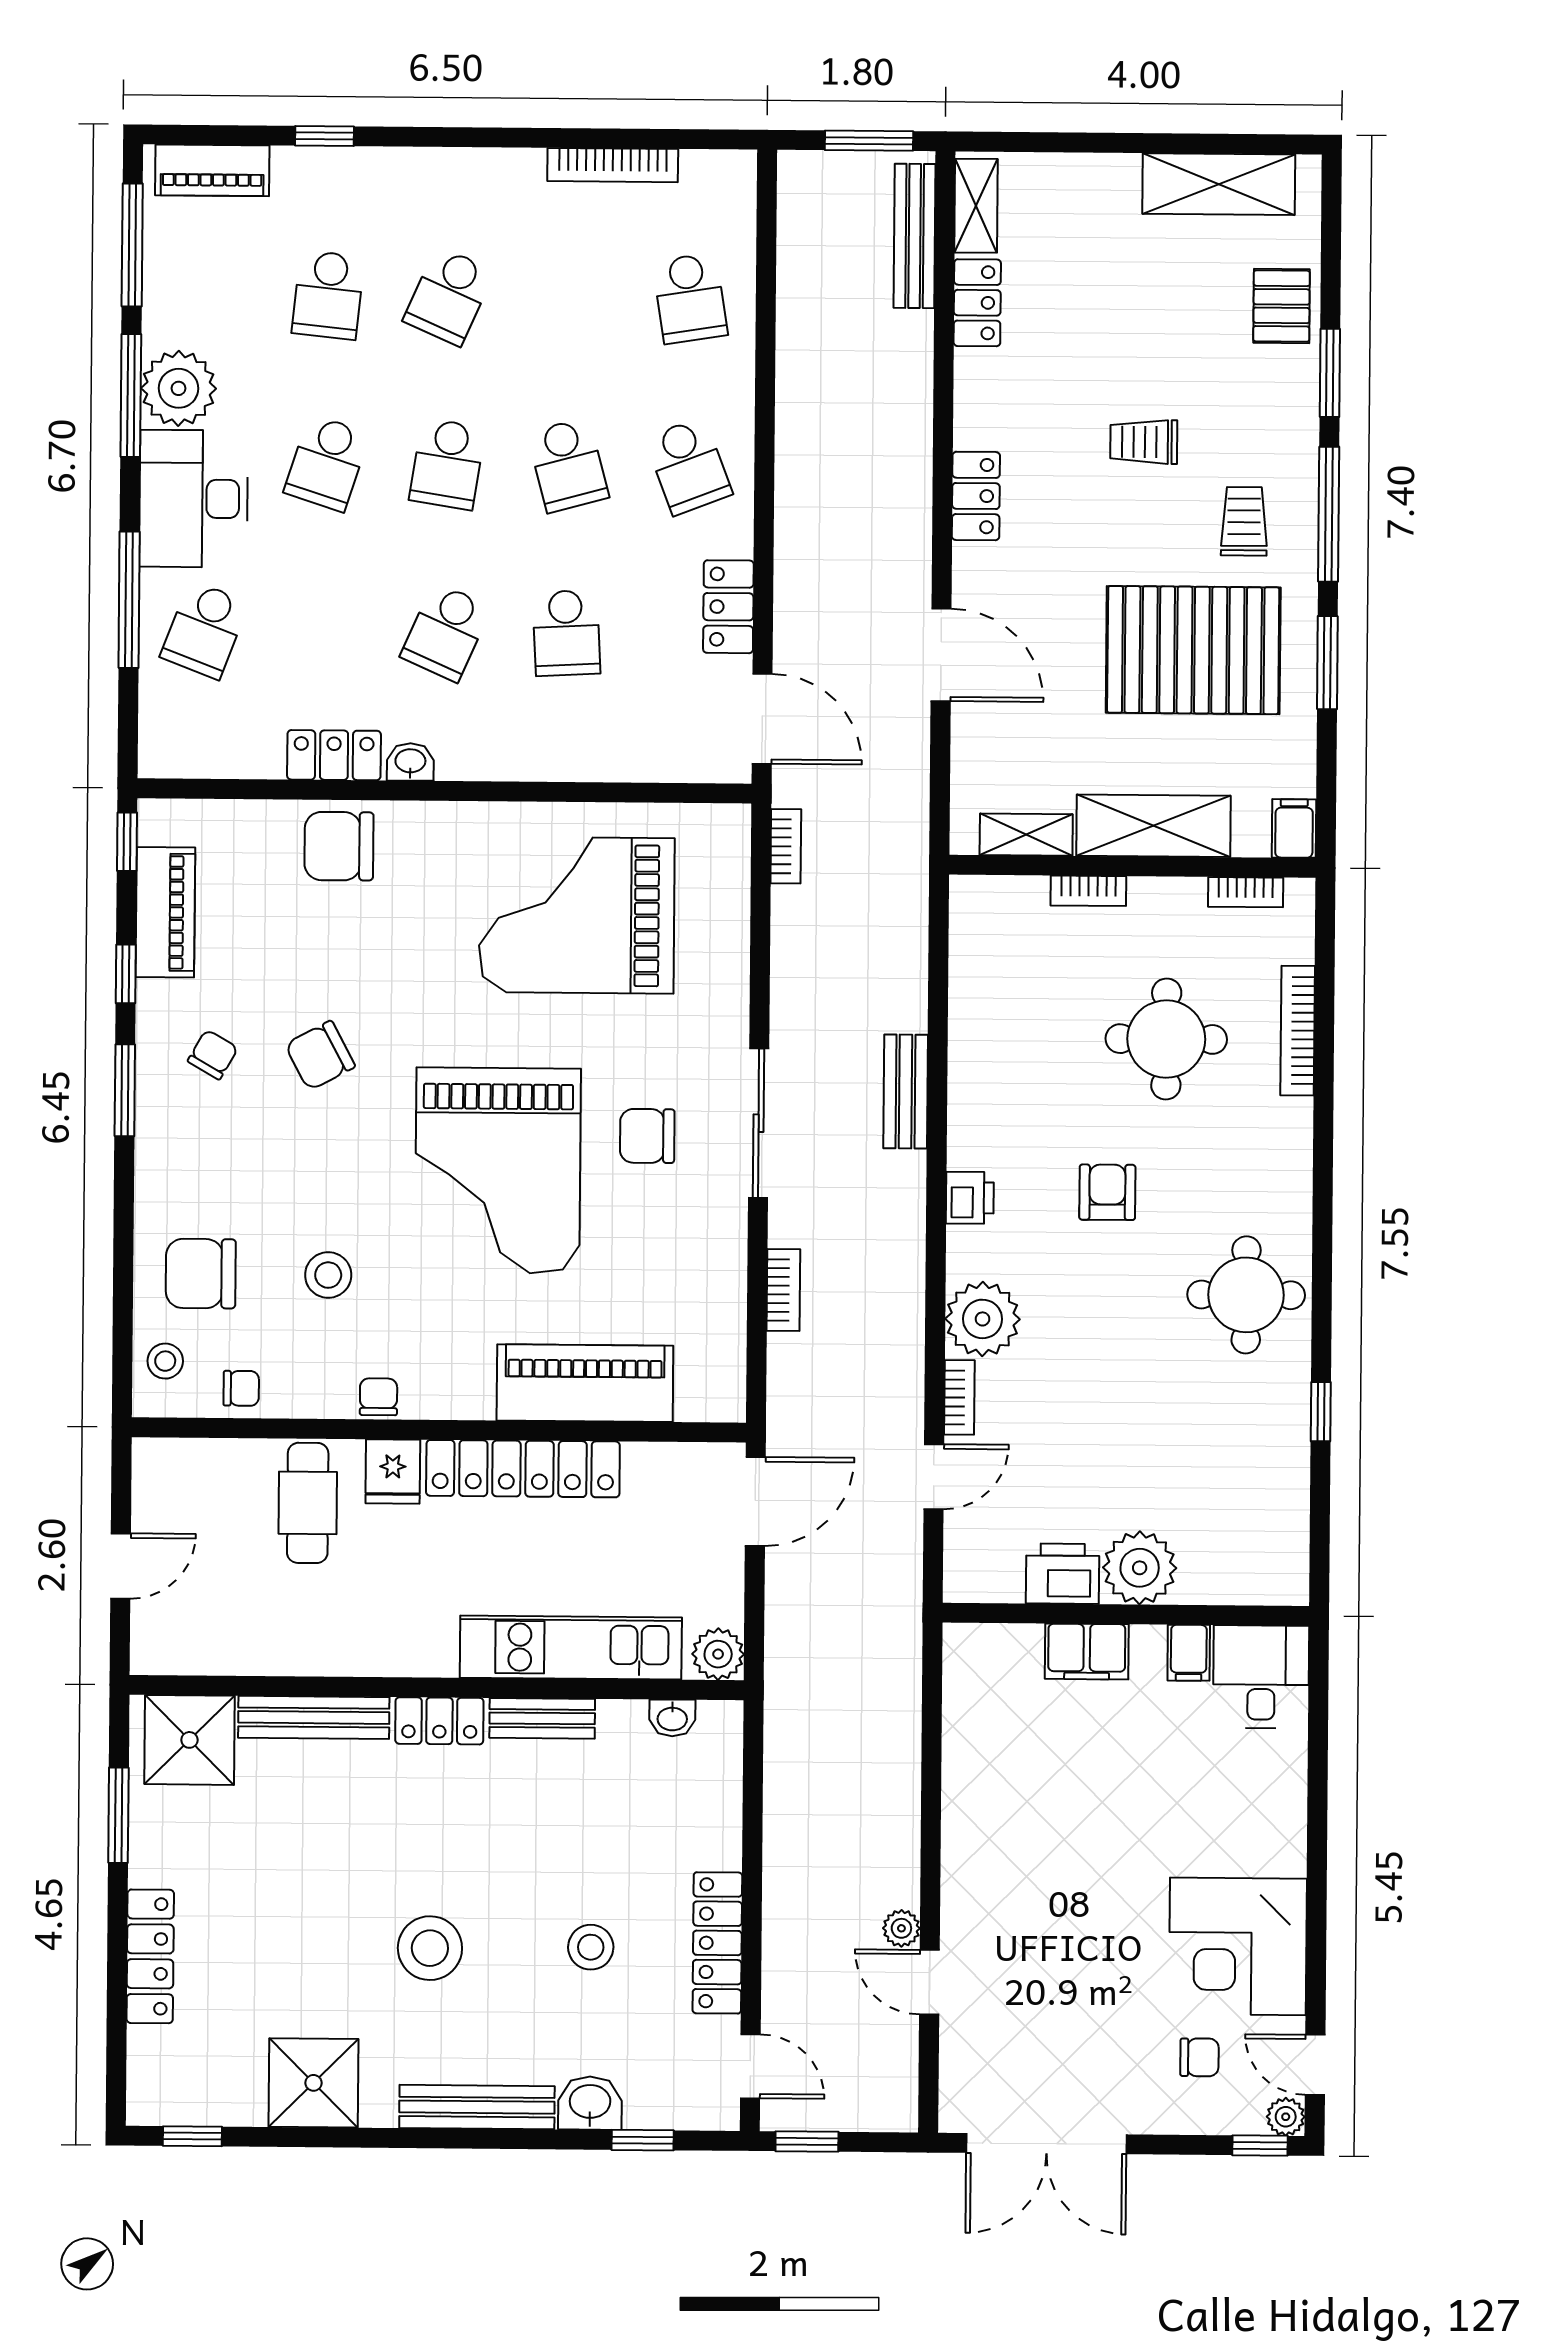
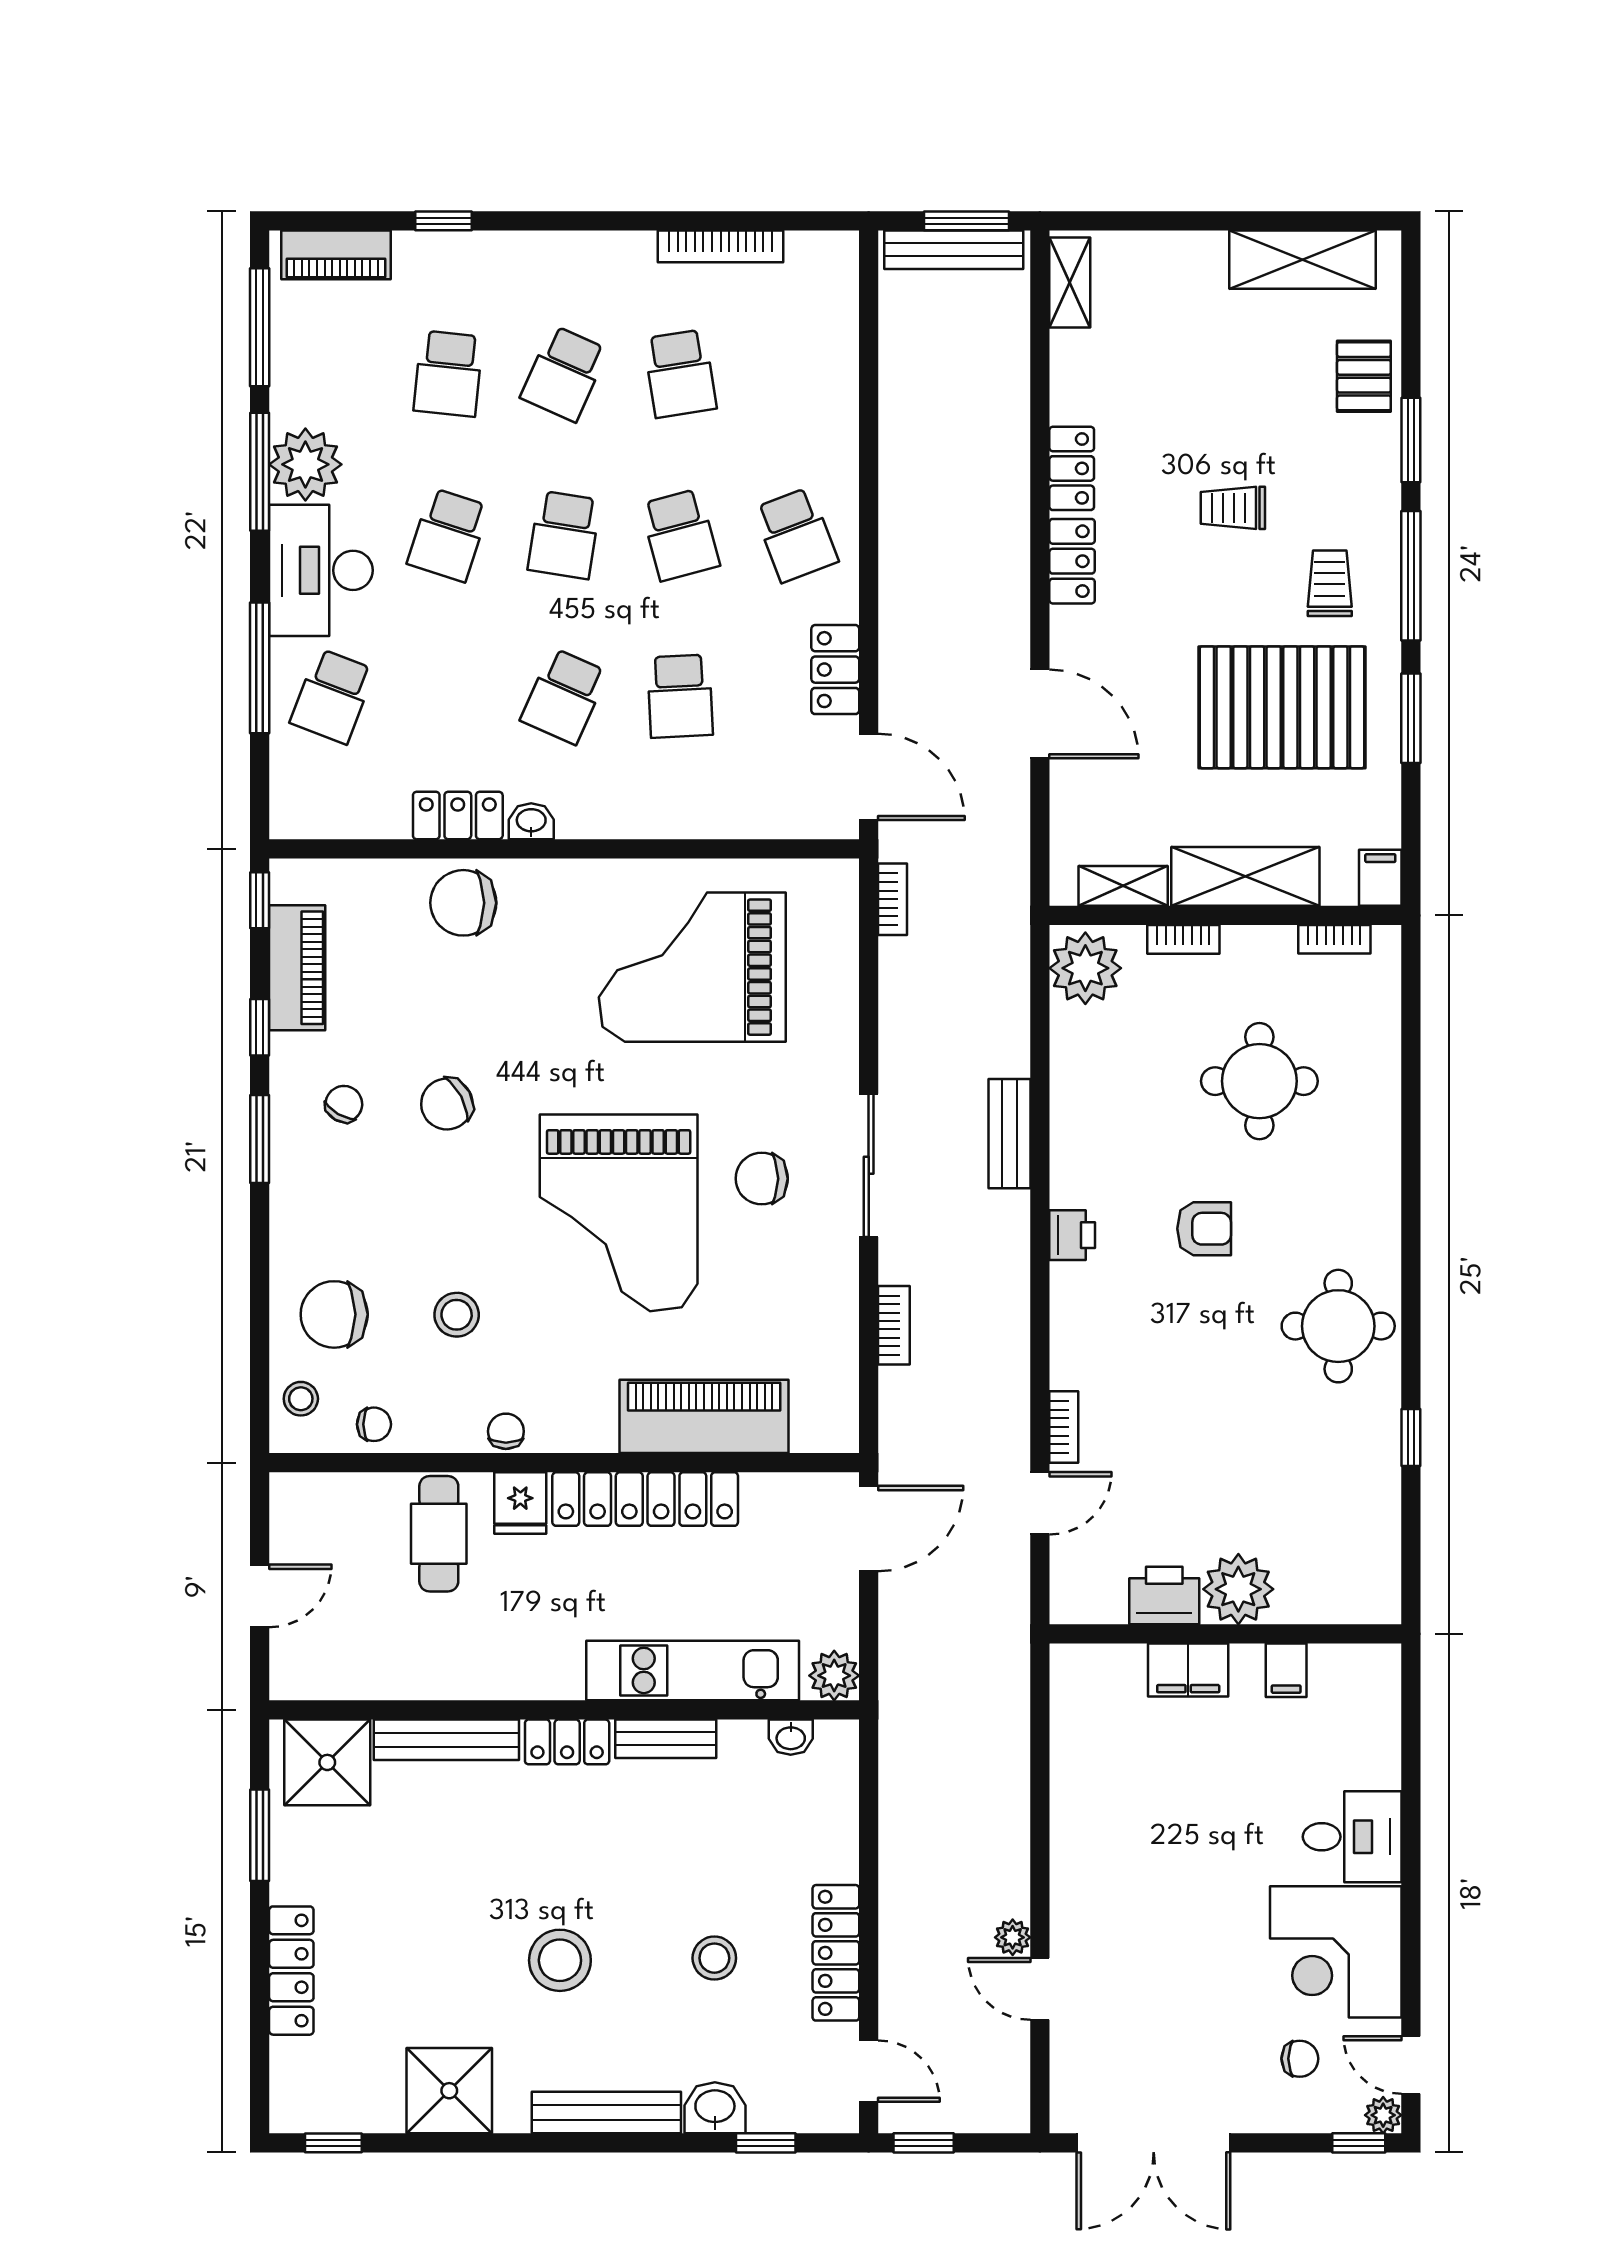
bench: (915, 236) -> (954, 250), moved, turned 90
school desk: (690, 298) -> (680, 374), moved
locker: (977, 303) -> (1072, 468), moved
bookcase: (1298, 1031) -> (1385, 1072), removed
armchair: (1107, 1192) -> (1204, 1229), turned 90
plant: (983, 1319) -> (1085, 968), moved
desk: (1261, 1677) -> (1352, 1837), moved, turned 90

